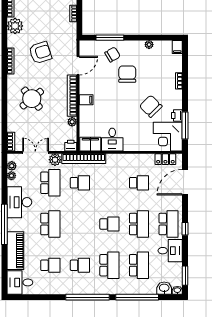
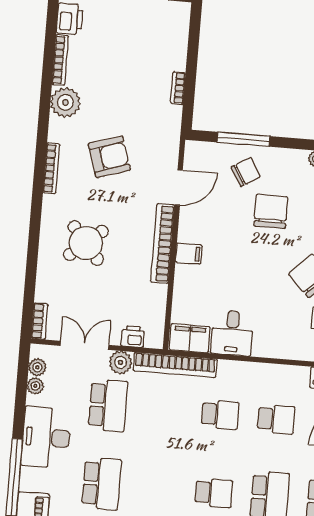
plant: (72, 122) -> (159, 293), removed
printer: (71, 146) -> (133, 337), moved
school desk: (80, 183) -> (220, 415), moved

